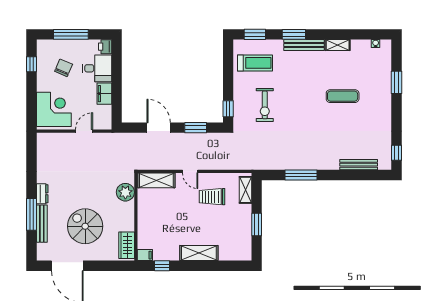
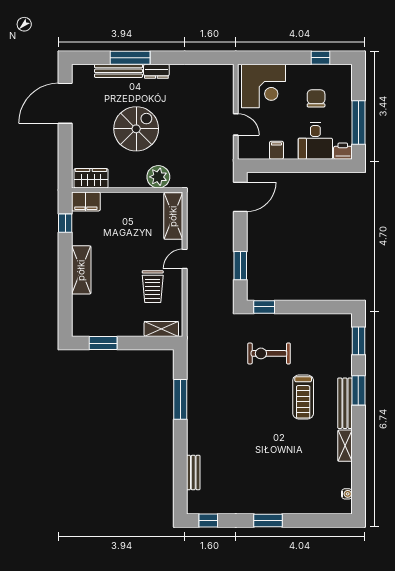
window: (71, 34) -> (358, 122), moved
treadmill: (255, 63) -> (303, 397), moved
chair: (64, 68) -> (316, 98), turned -113
window: (396, 82) -> (268, 520), moved
filing cabinet: (104, 94) -> (276, 150), width x0.50
exercise mat: (343, 96) -> (280, 452), removed
door: (159, 128) -> (240, 197), moved
bench: (359, 165) -> (193, 472), width x0.73
trolley: (212, 197) -> (153, 287), turned 180
window: (257, 225) -> (103, 343), moved
spiral stairs: (85, 226) -> (136, 129), moved
filing cabinet: (145, 255) -> (86, 201), width x2.00

